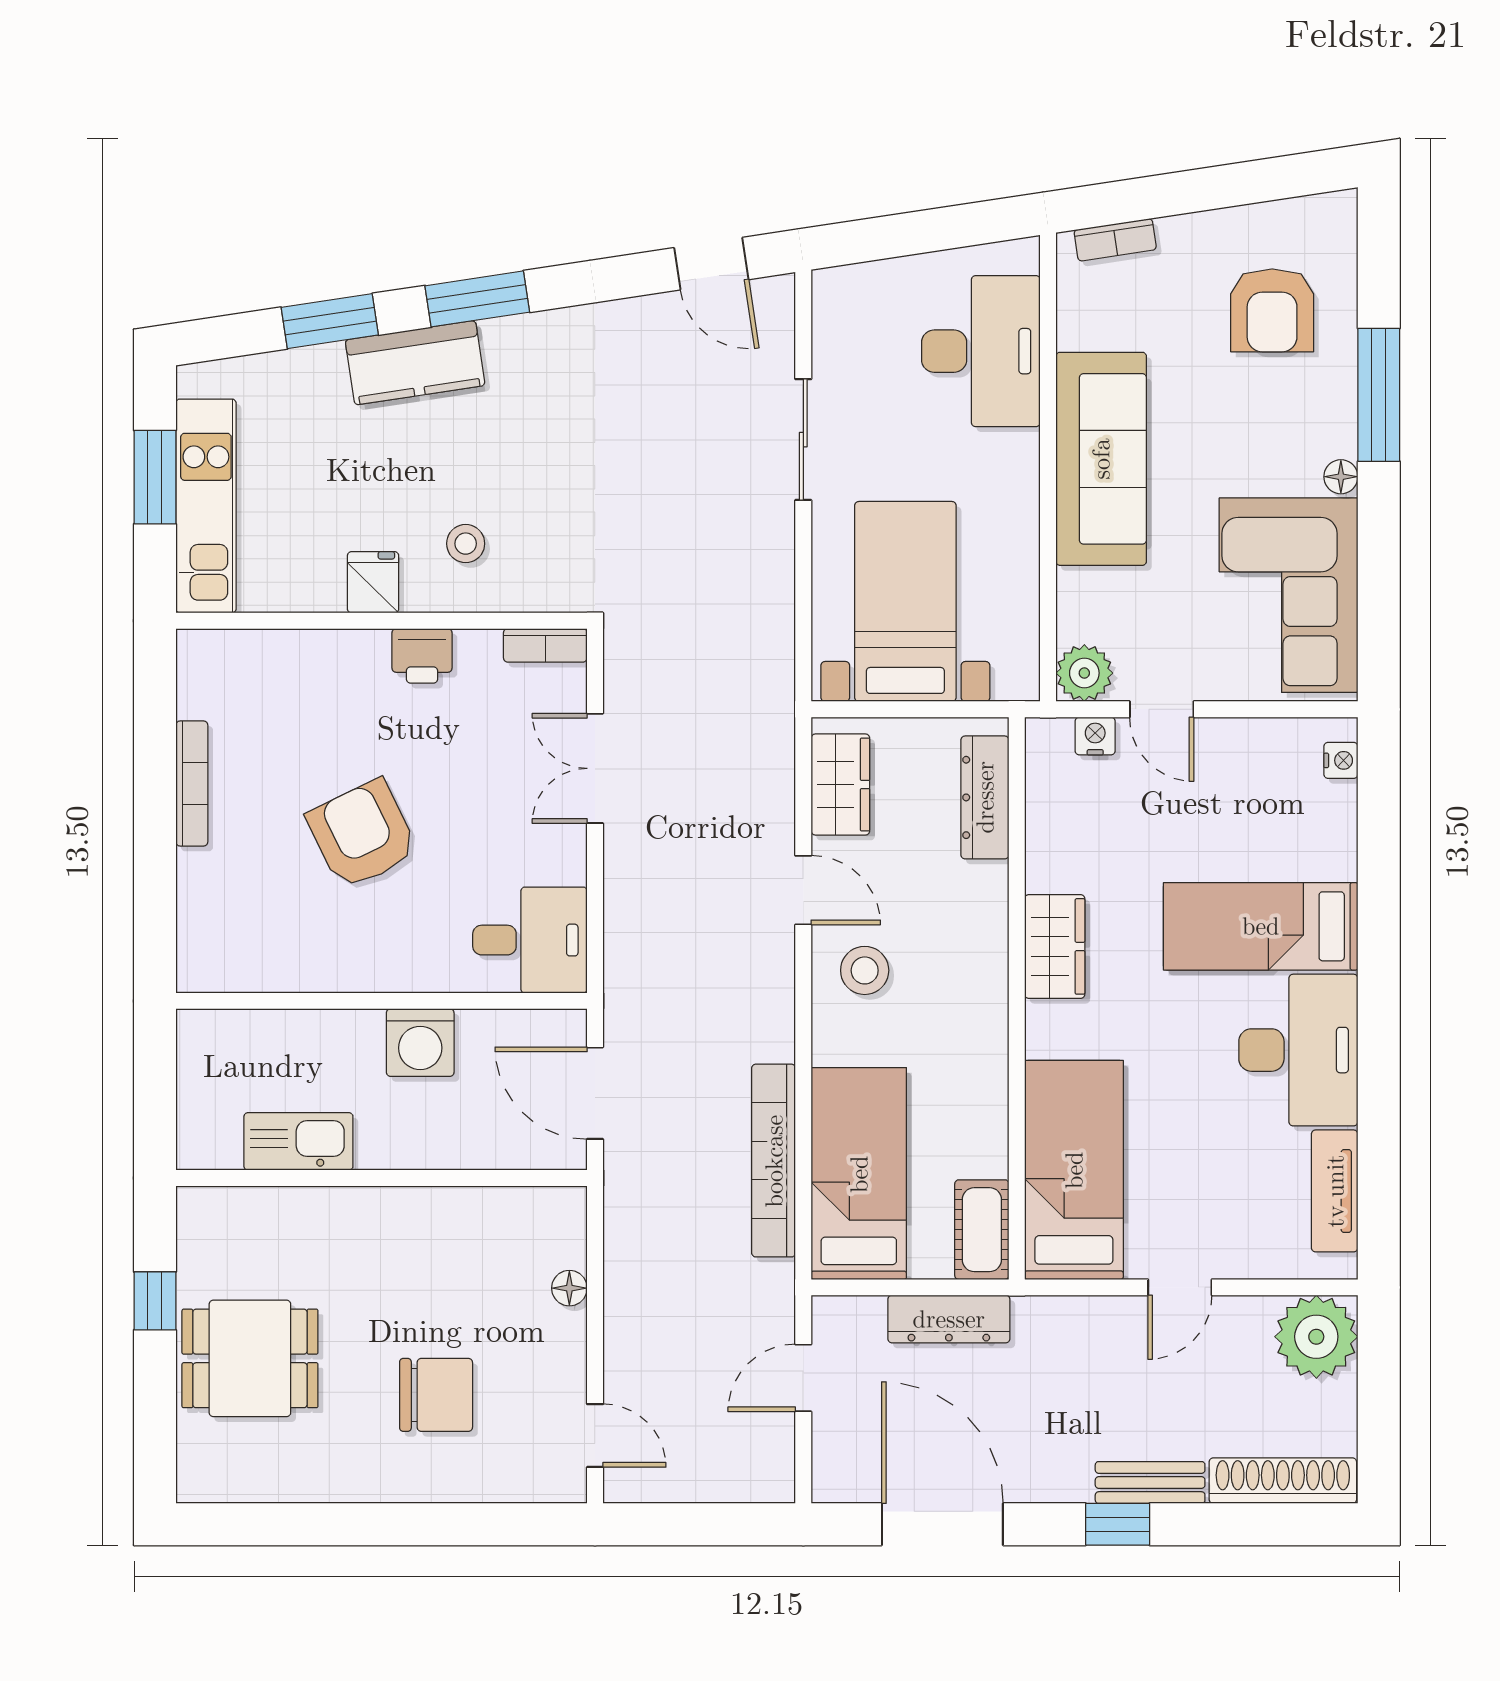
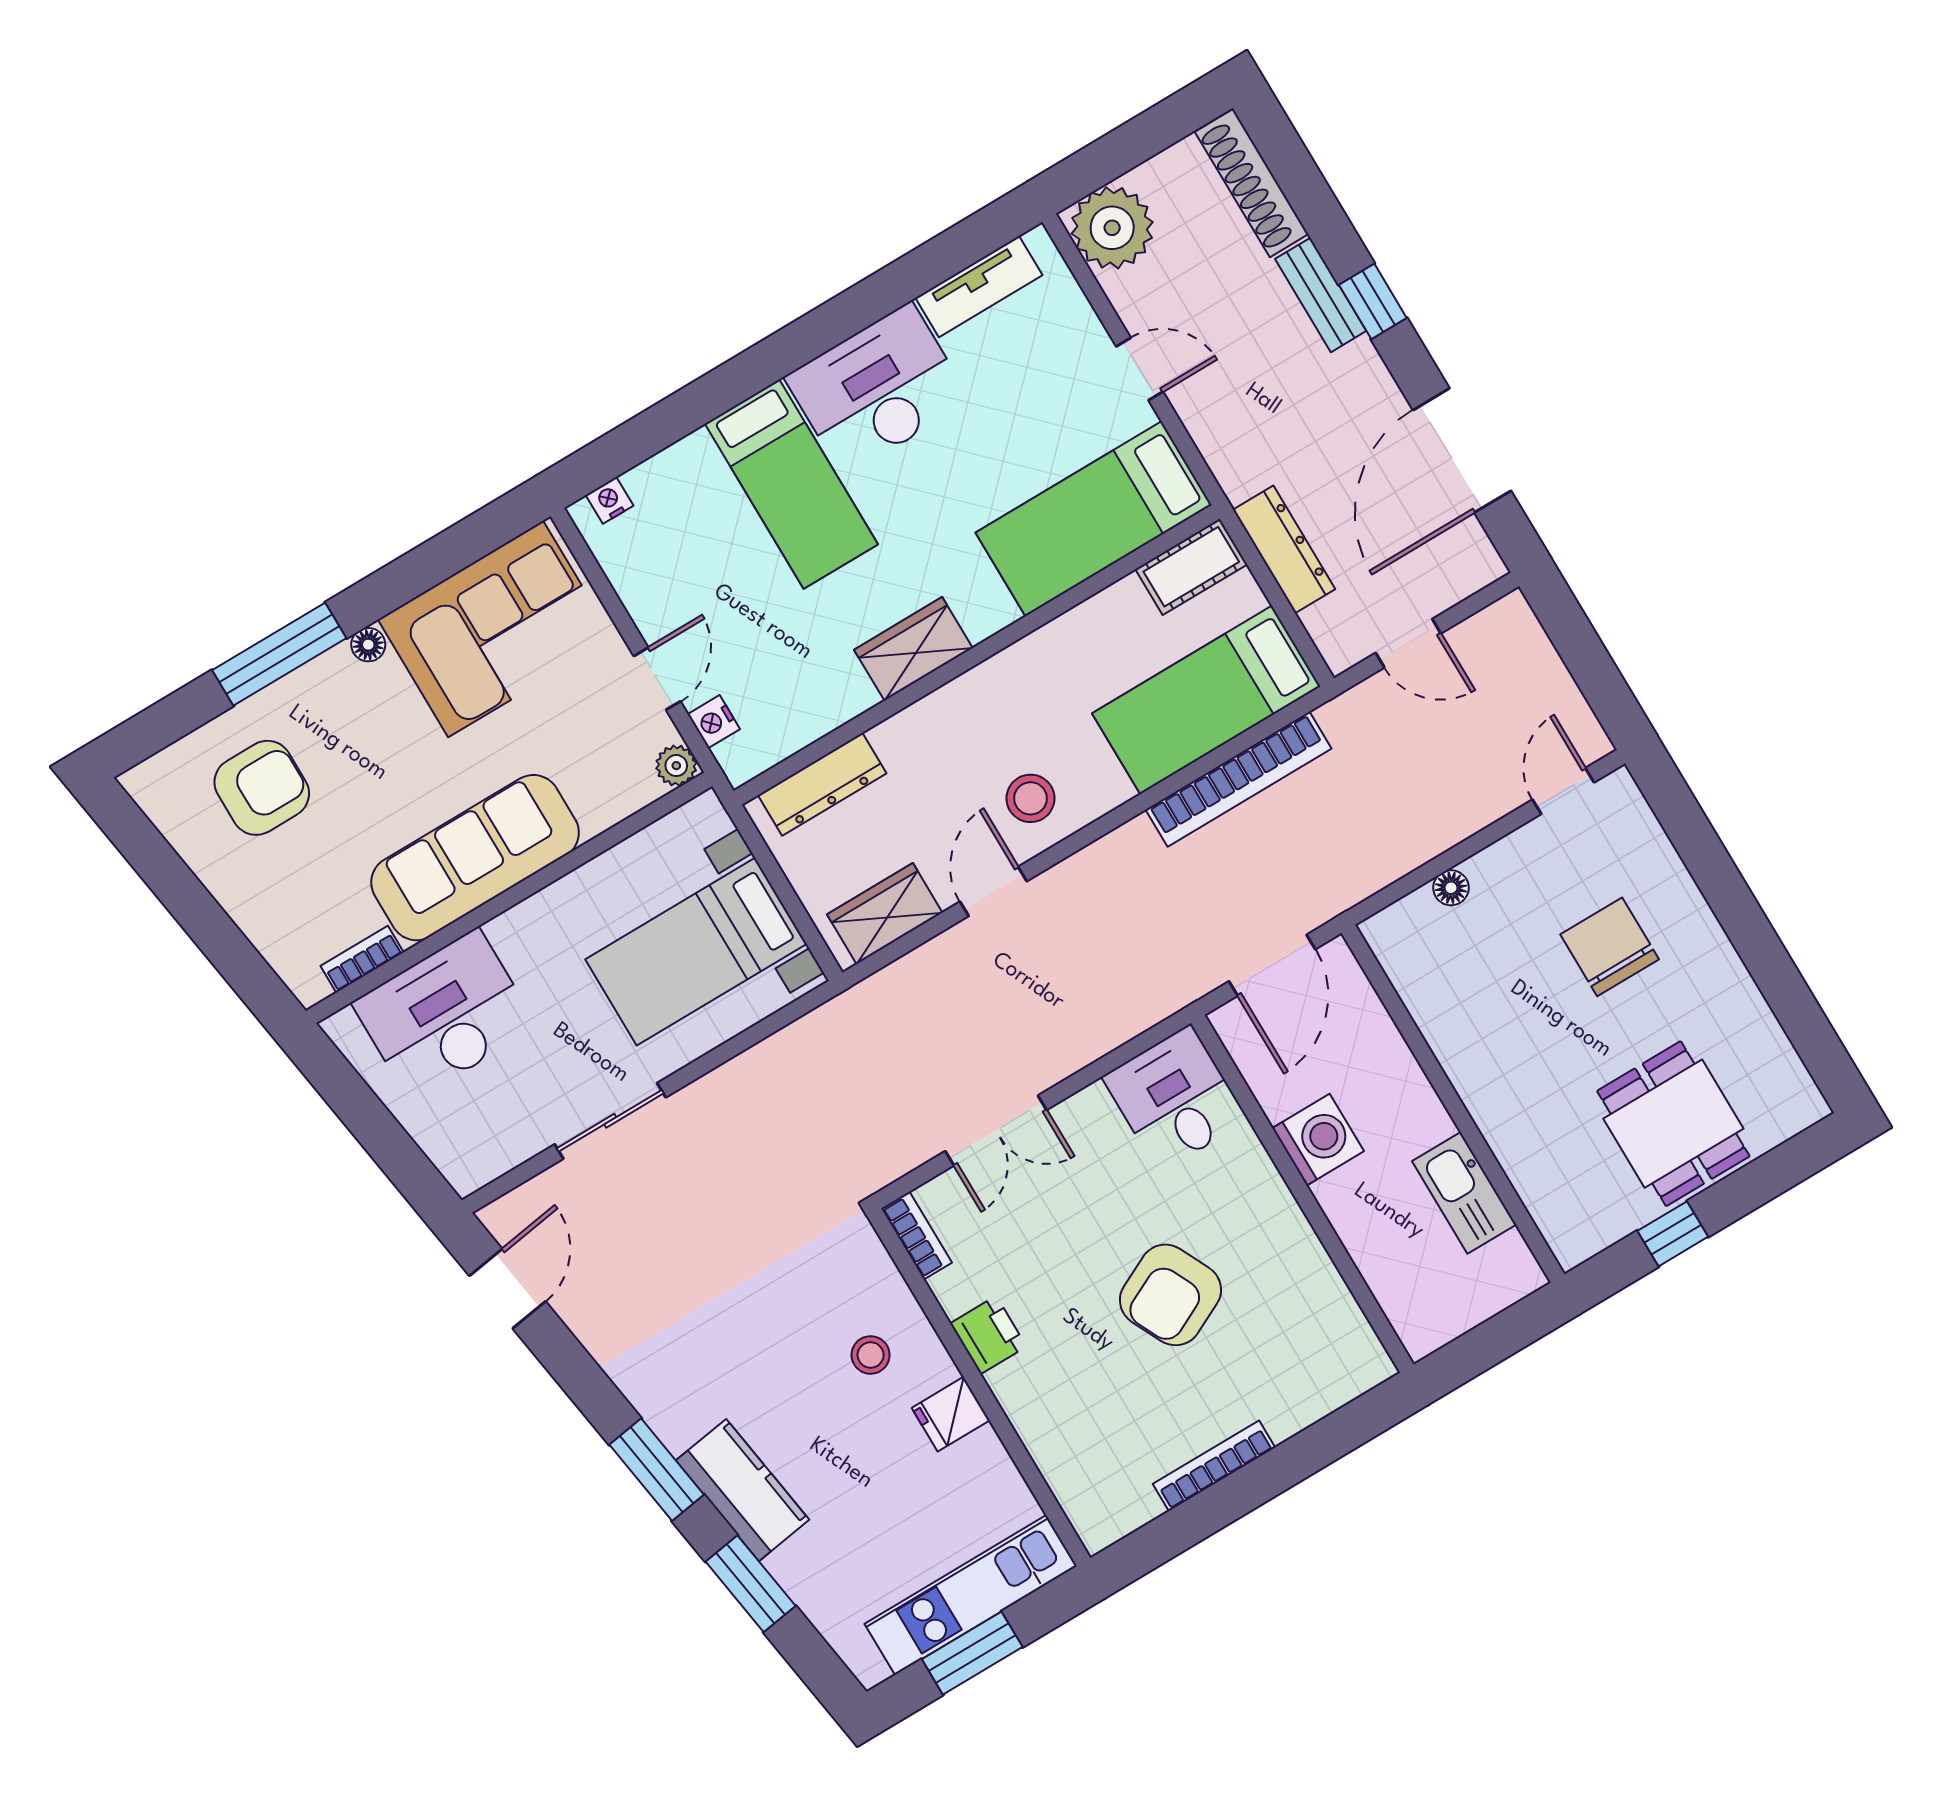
bookcase: (1115, 240) -> (362, 959), moved, turned -81
plant: (1084, 673) -> (676, 766), width x0.73, depth x0.73

